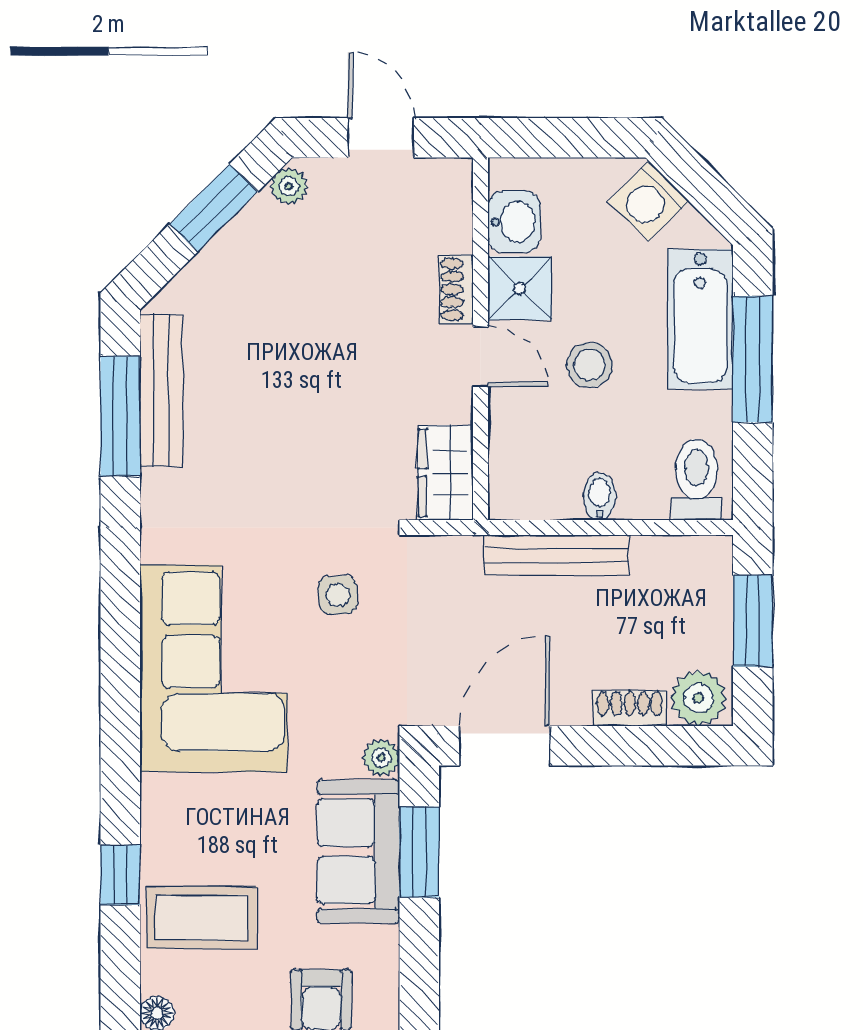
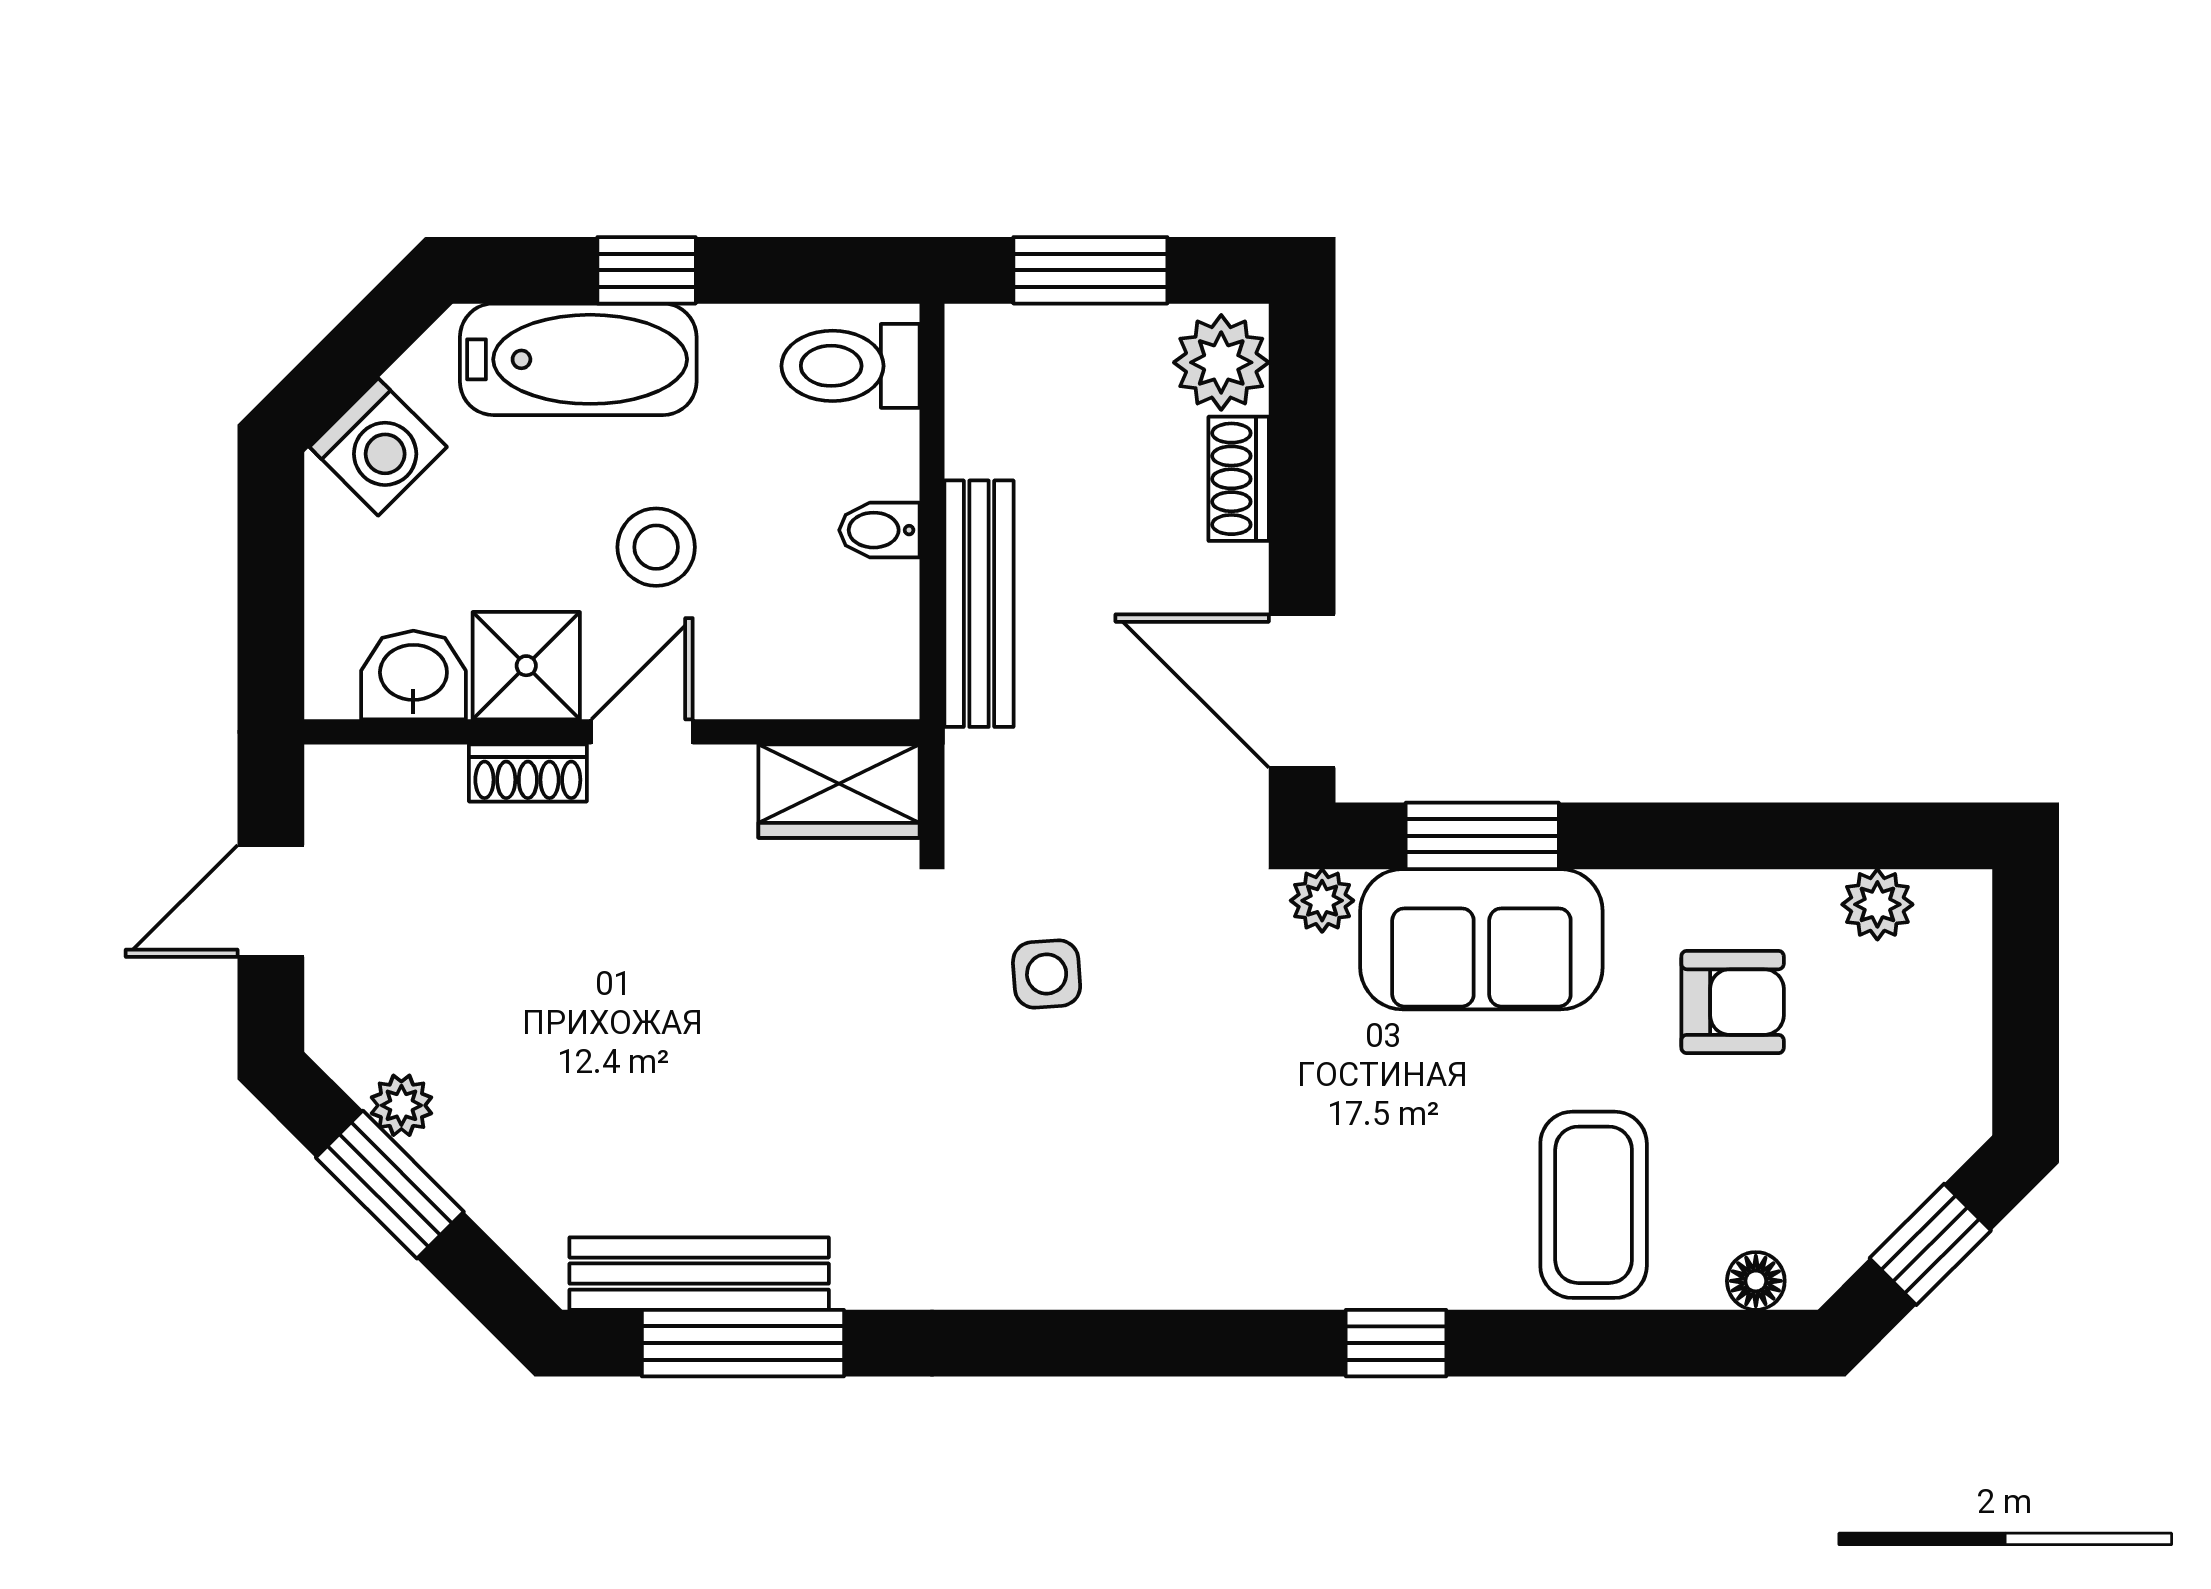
plant: (289, 186) -> (401, 1105), moved
window: (753, 359) -> (647, 270), width x0.46
corner sofa: (214, 668) -> (1171, 1185), removed
window: (120, 875) -> (1396, 1343), moved

